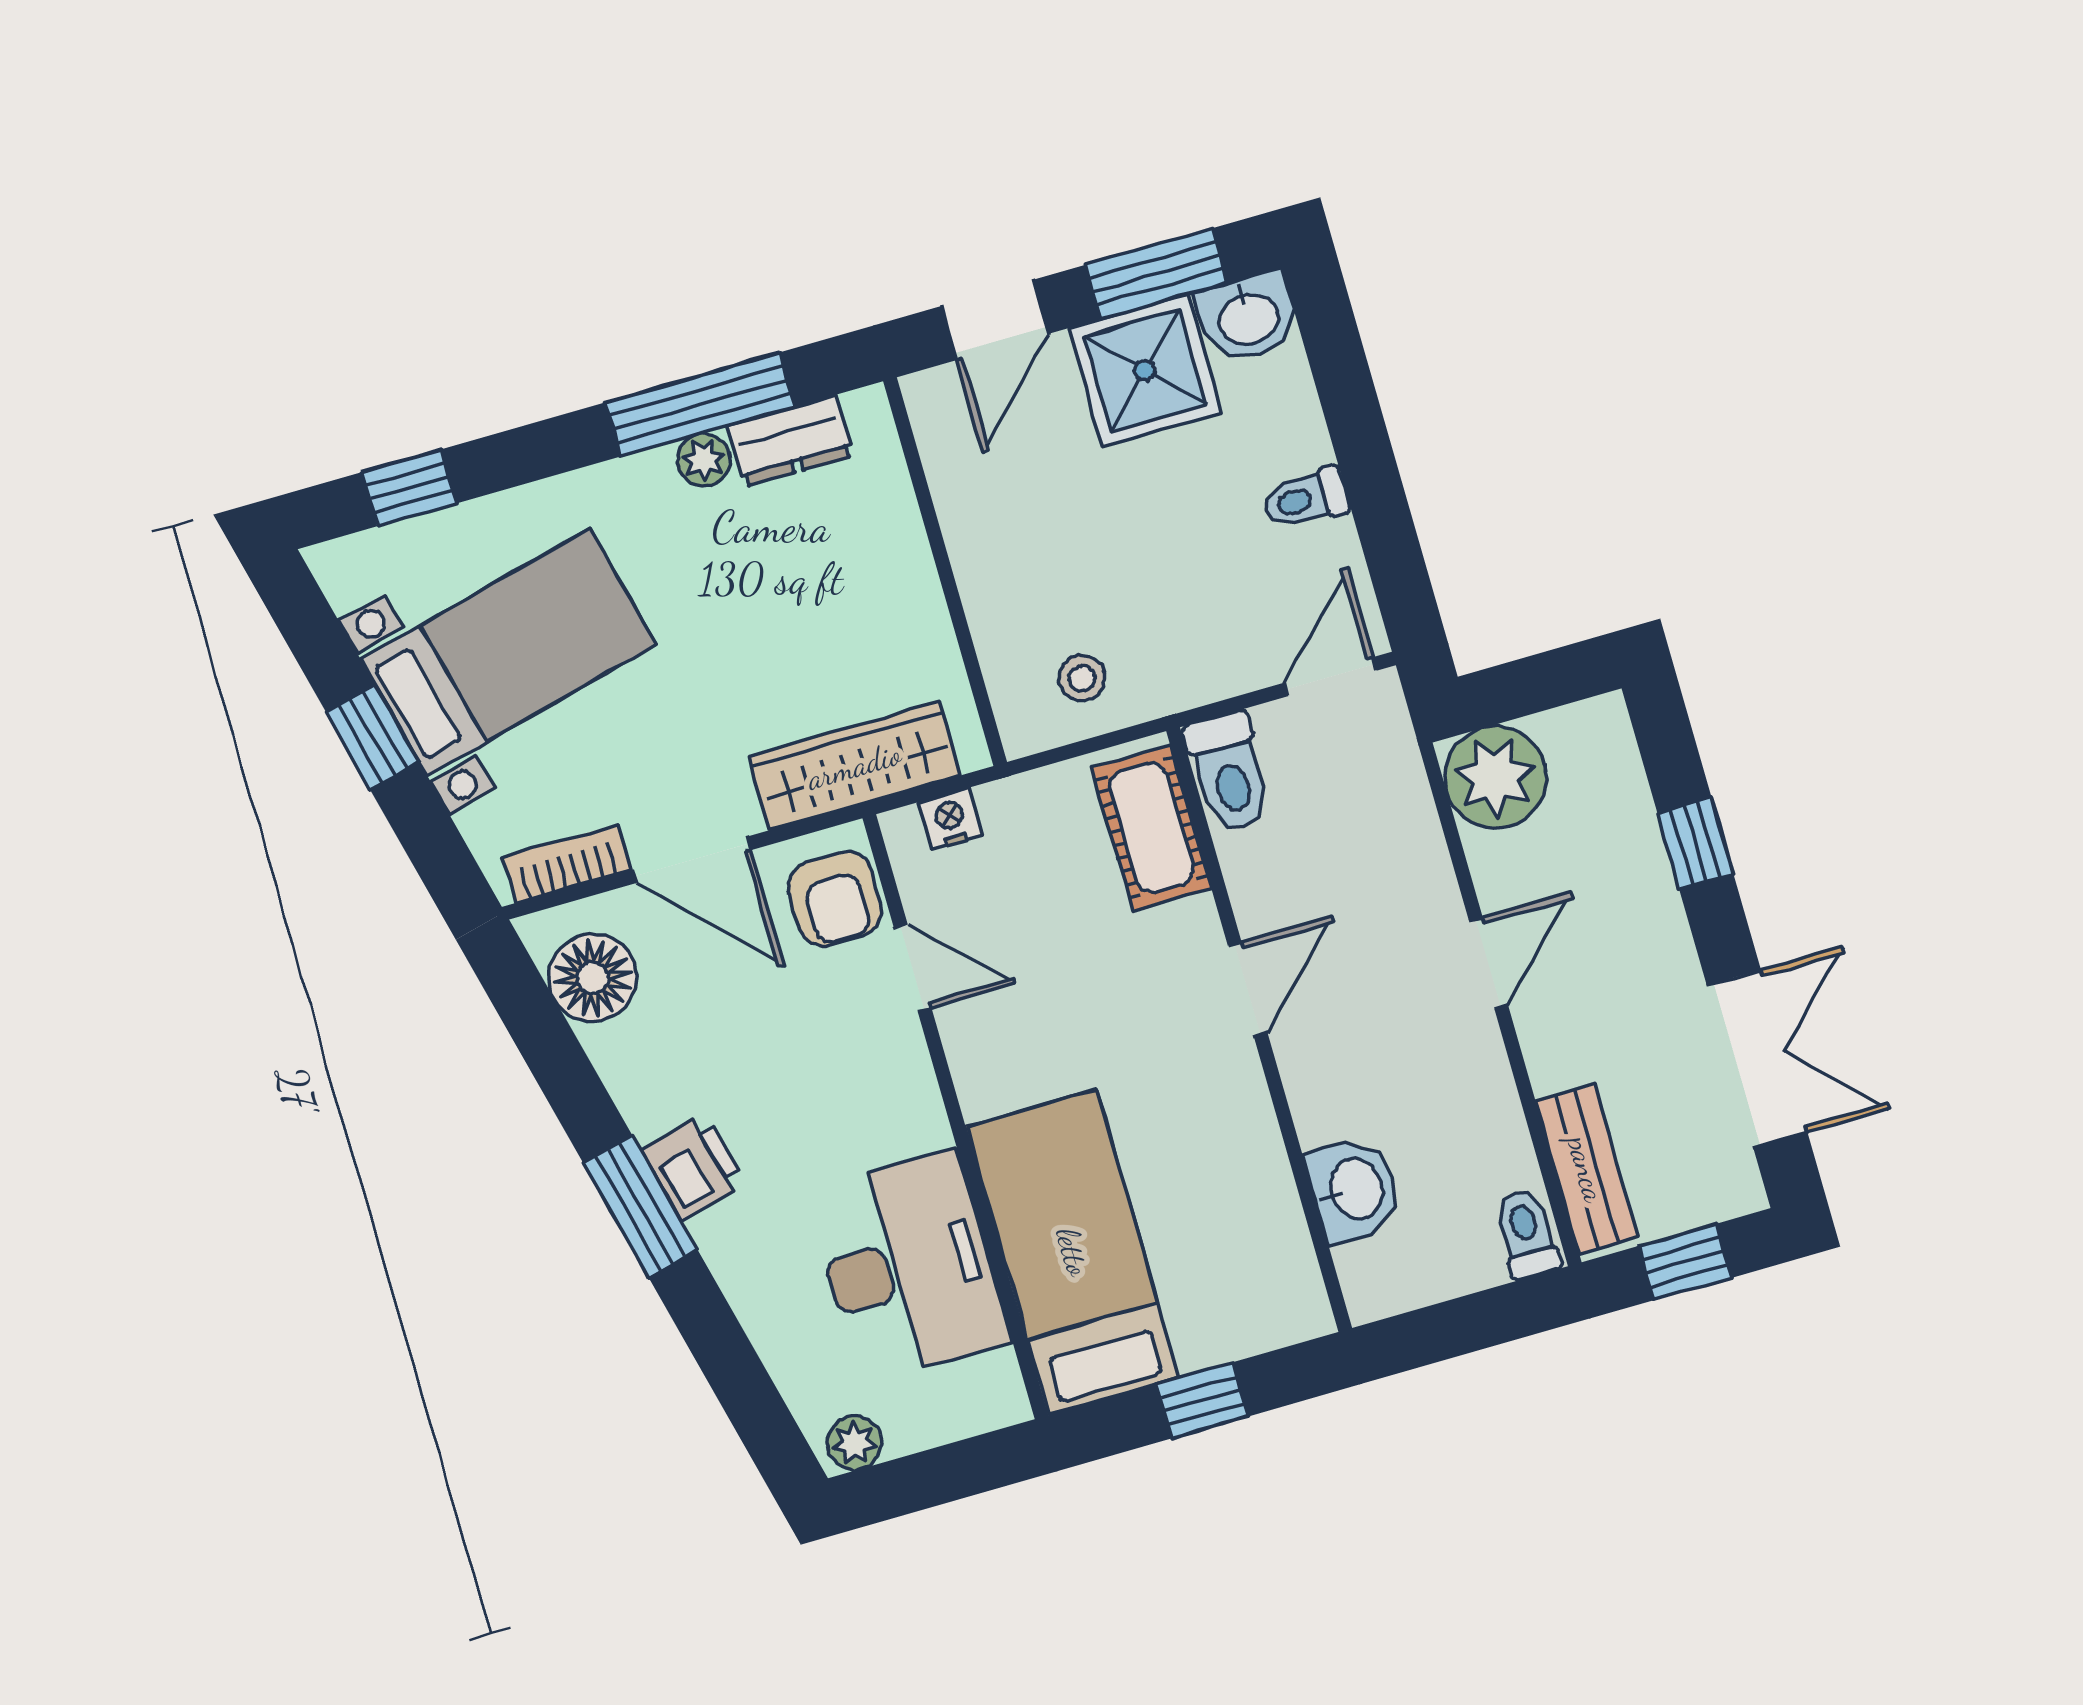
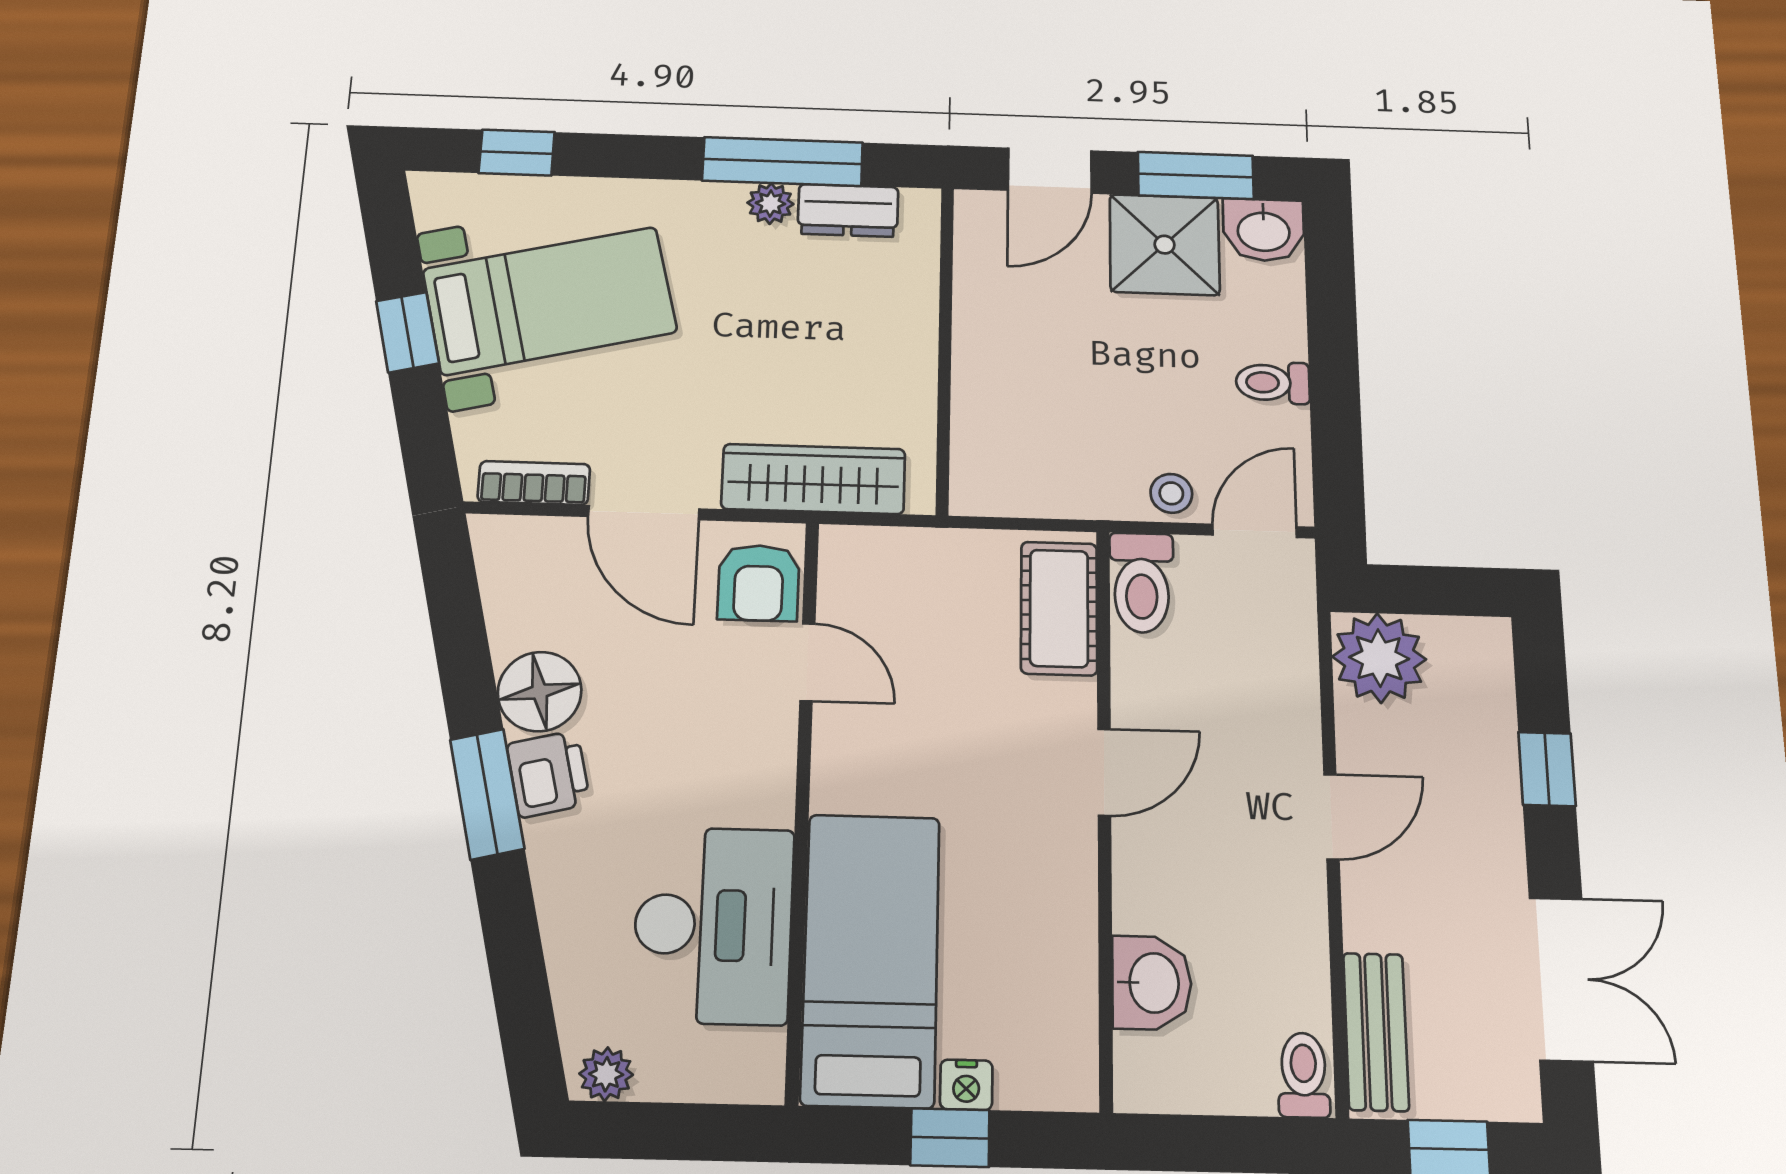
stool: (1082, 678) -> (1171, 493), moved
nightstand: (950, 819) -> (966, 1085), moved, turned 180
floor lamp: (593, 978) -> (540, 692), moved

